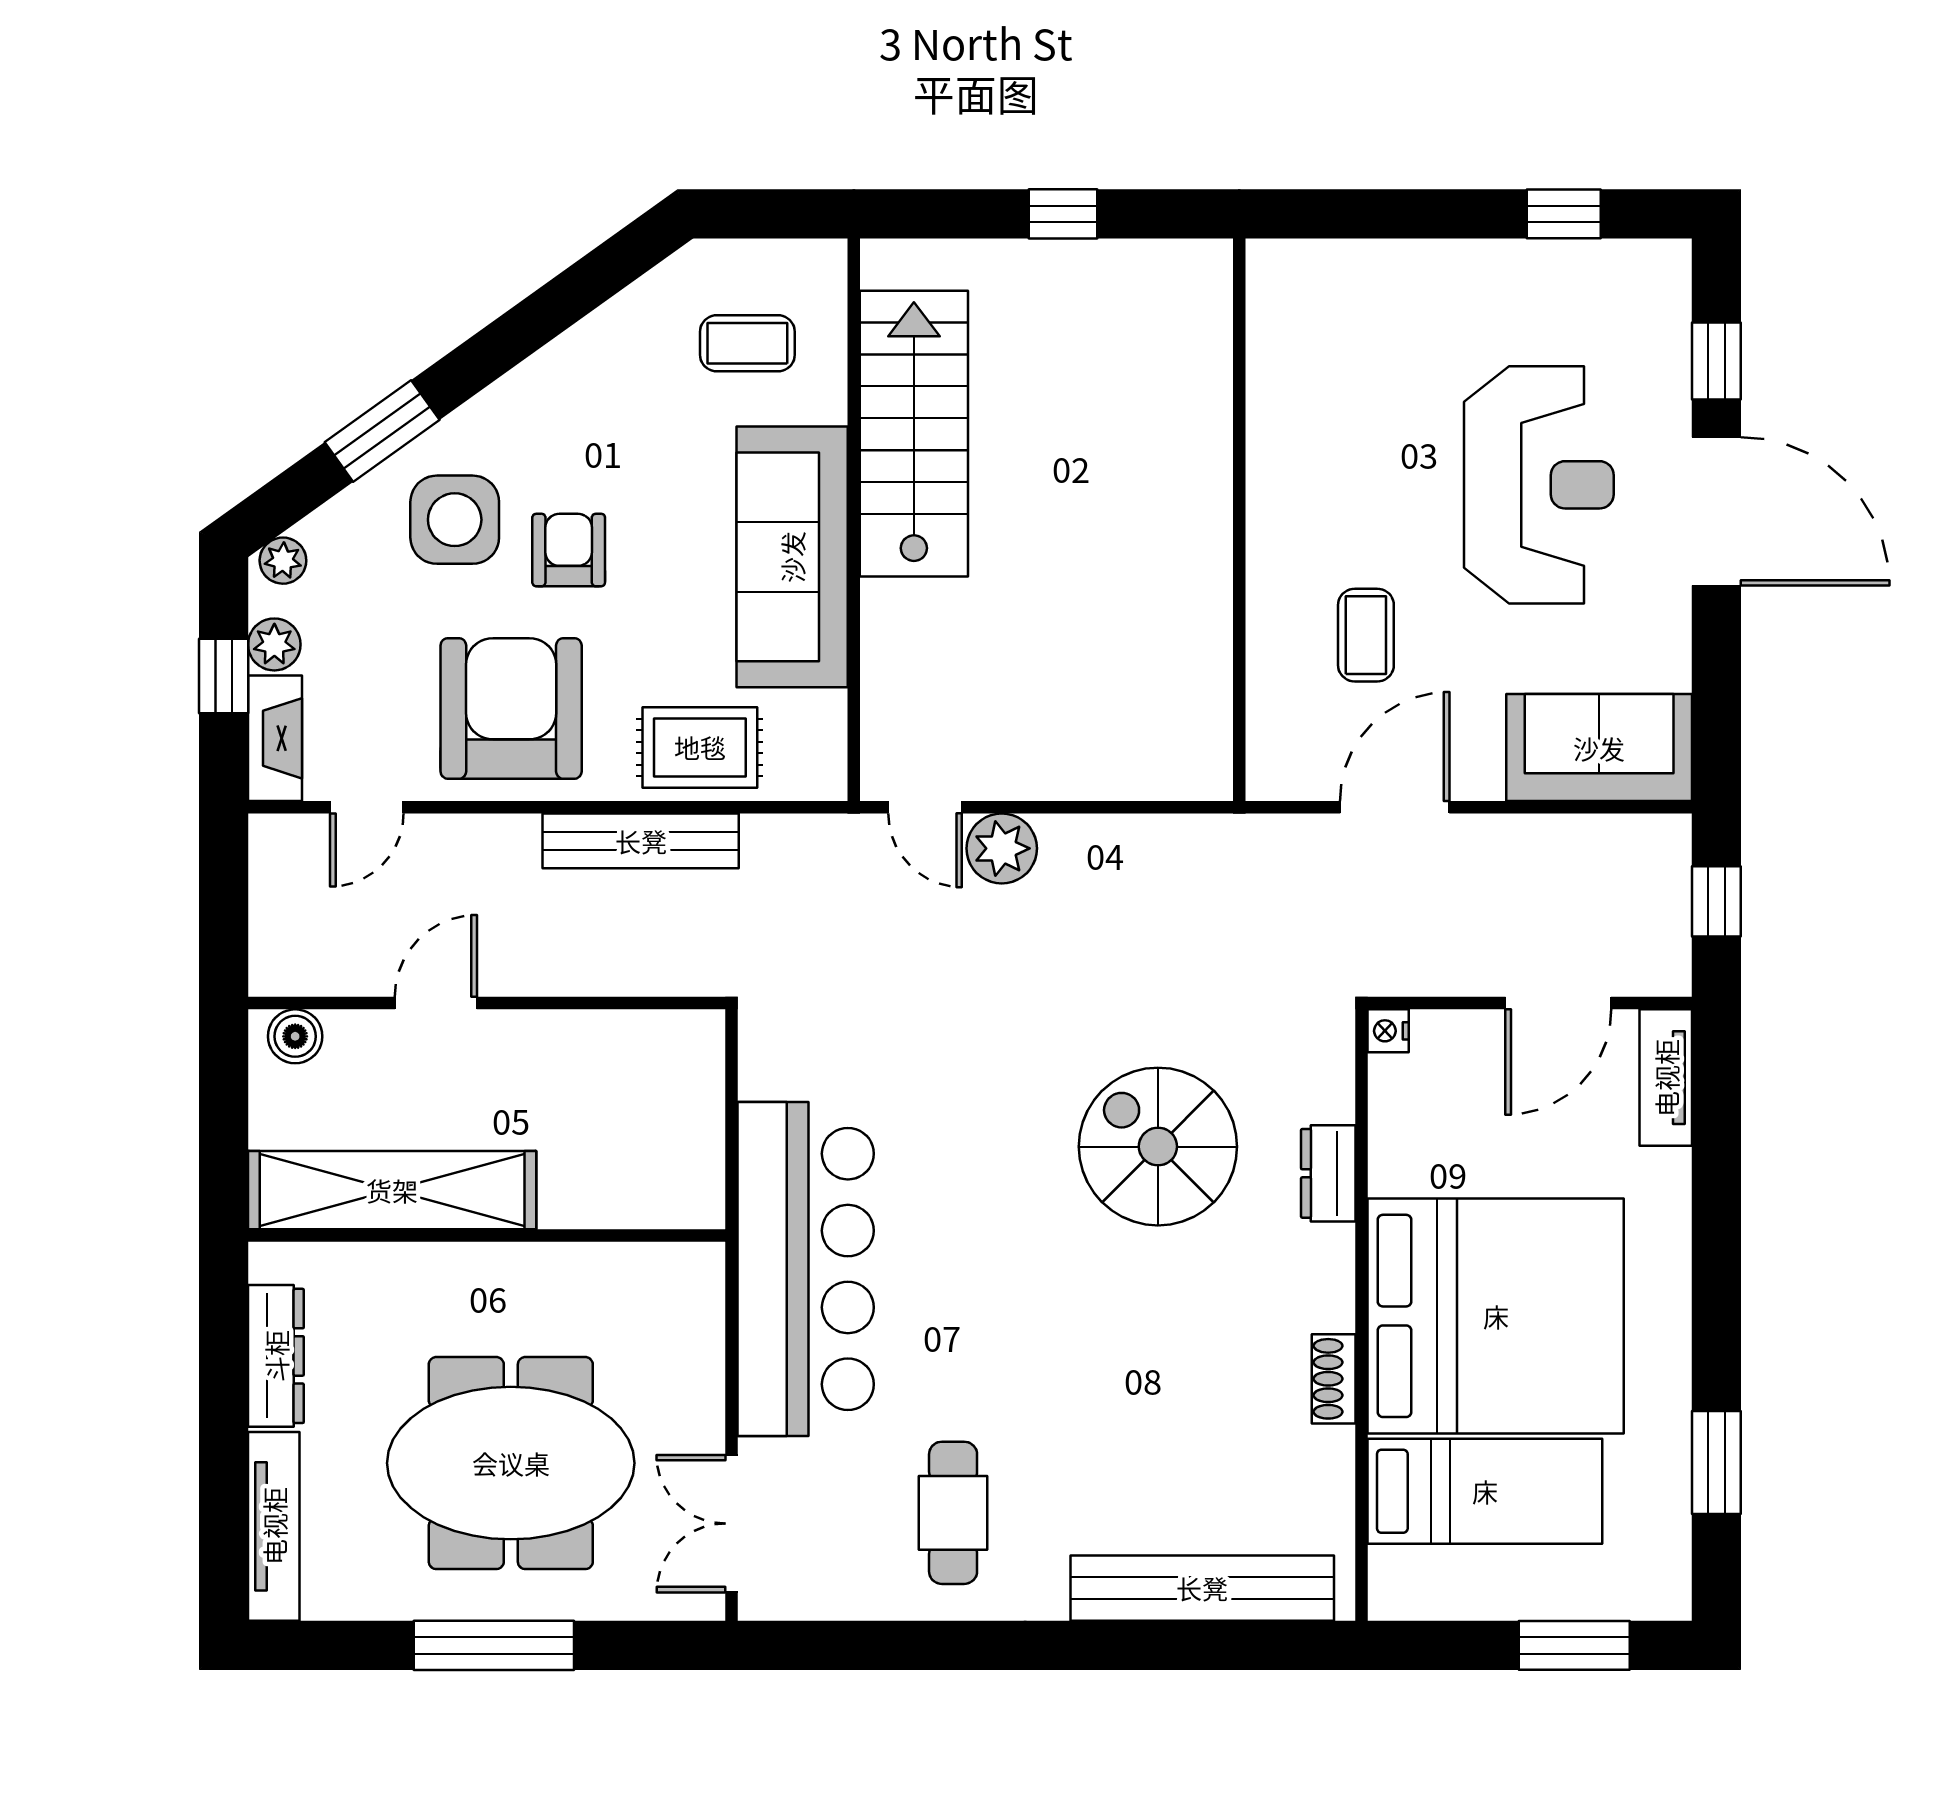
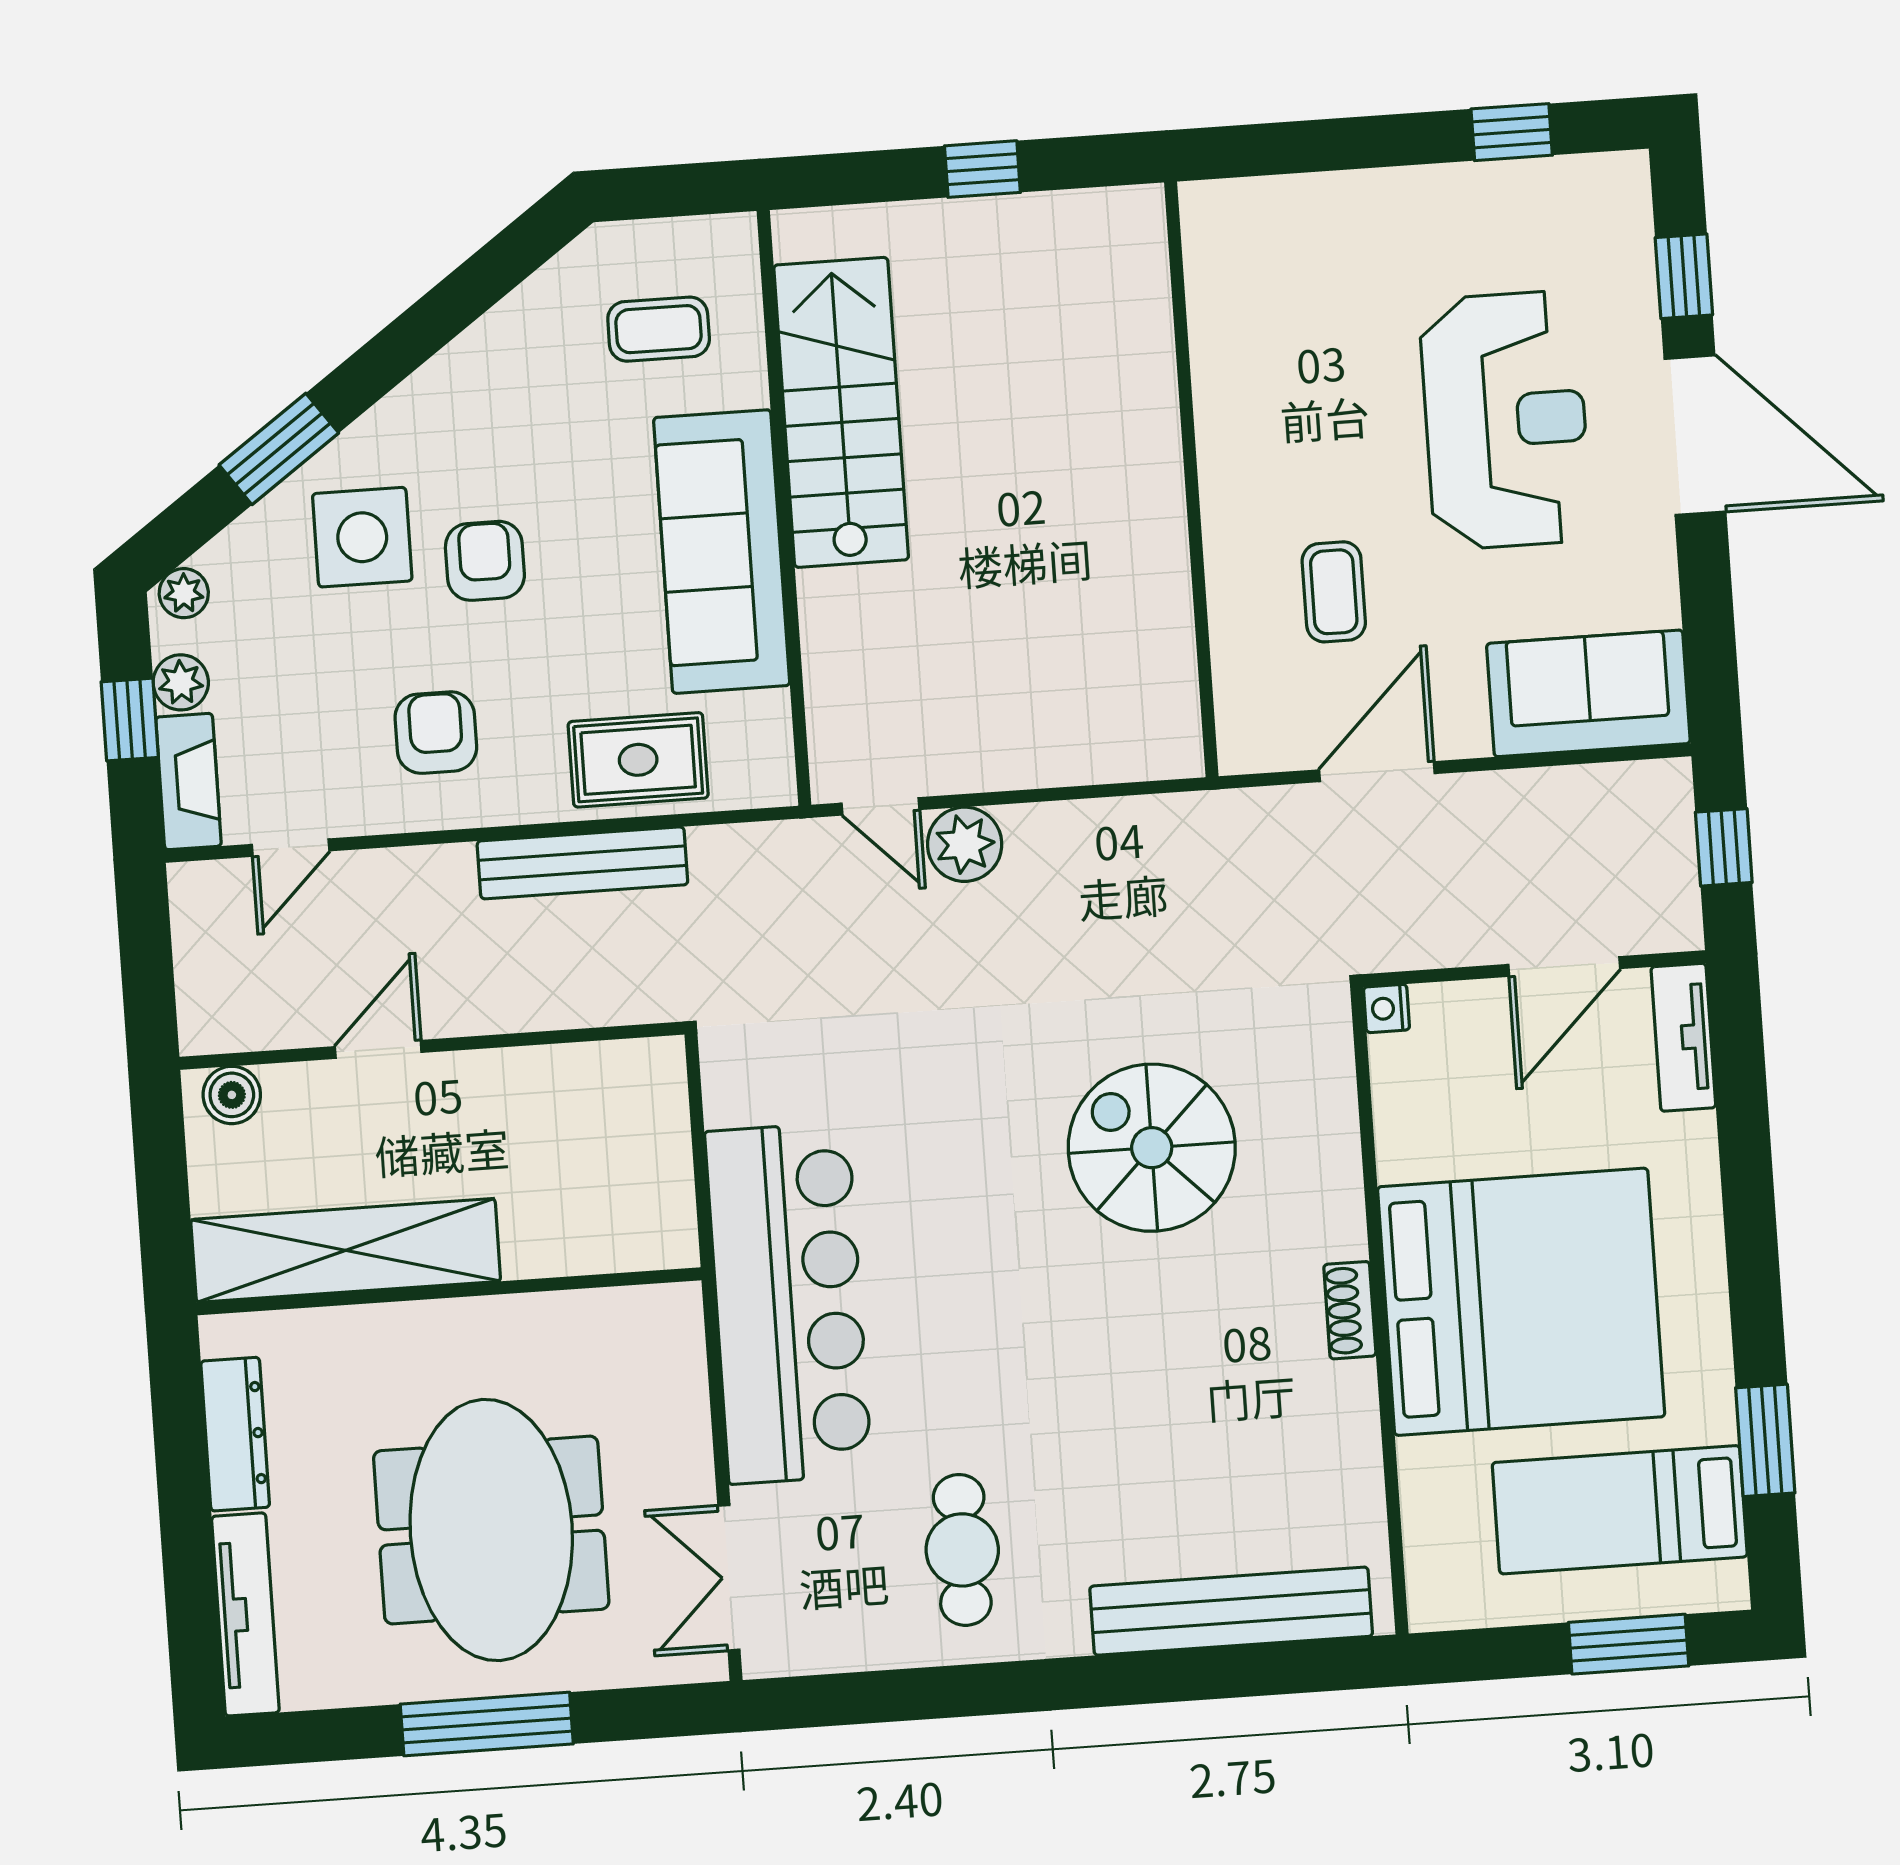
armchair: (511, 708) -> (436, 733), width x0.53, depth x0.53
dresser: (1328, 1173) -> (1334, 1163), removed
shoe rack: (1334, 1379) -> (1350, 1310), moved
meeting table: (511, 1463) -> (491, 1530), turned 90
bed: (1485, 1491) -> (1620, 1510), moved, turned 180

